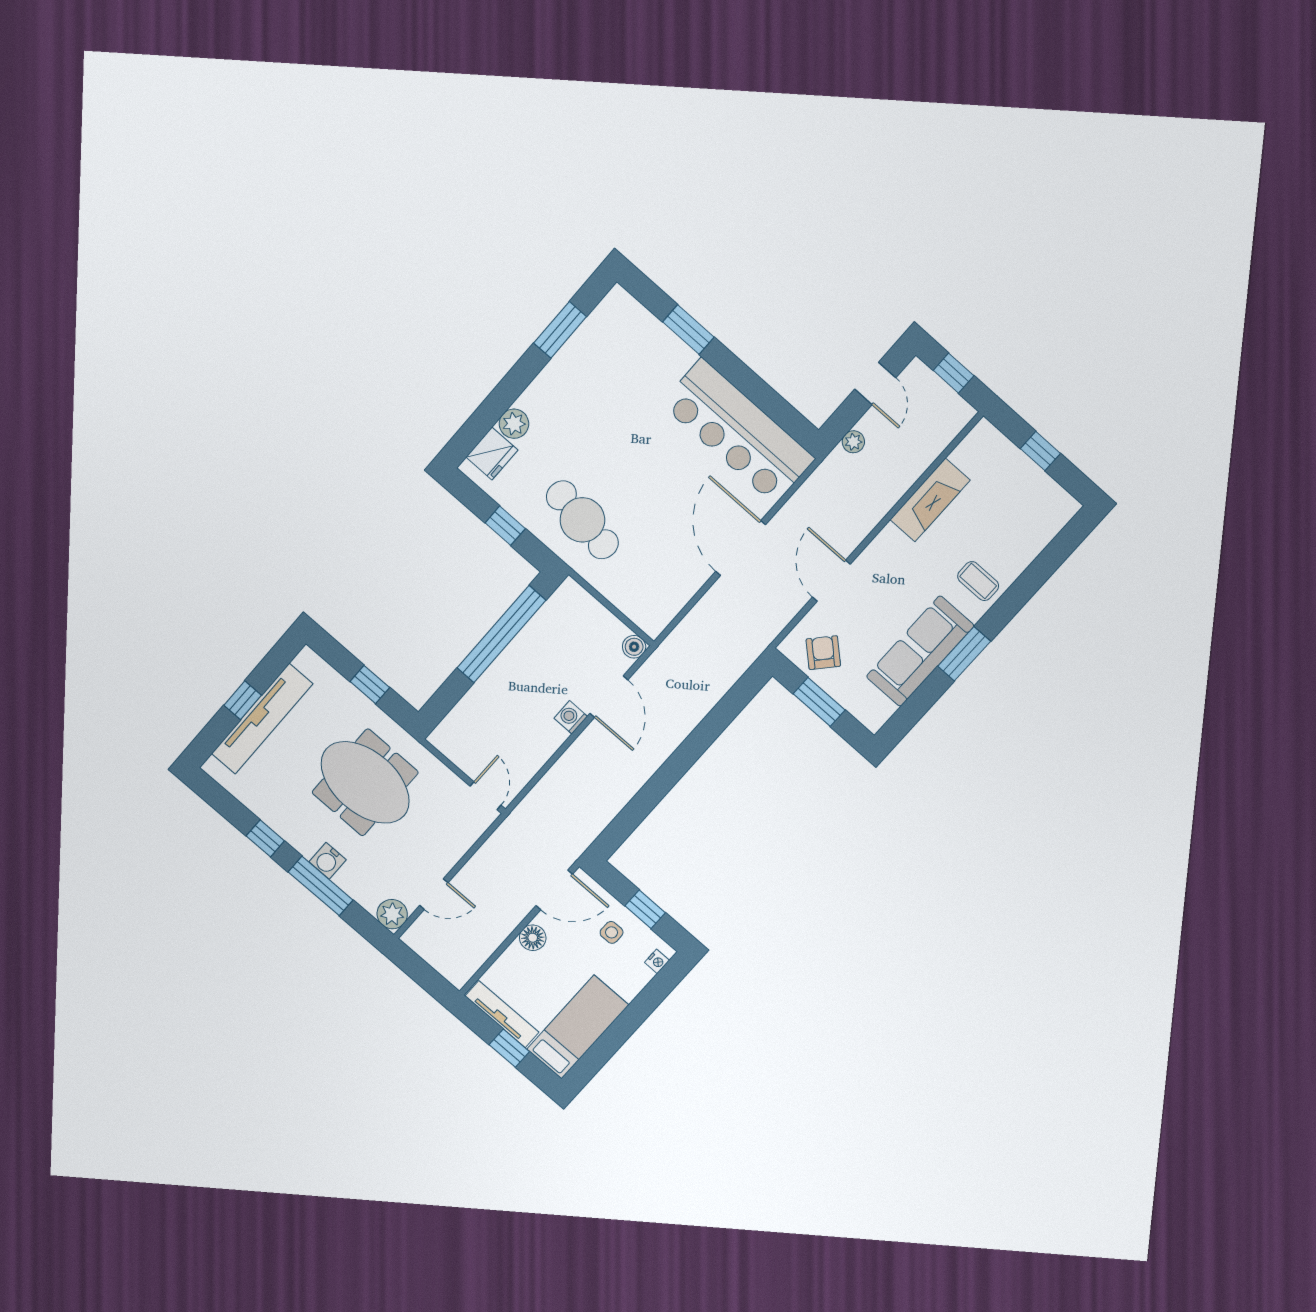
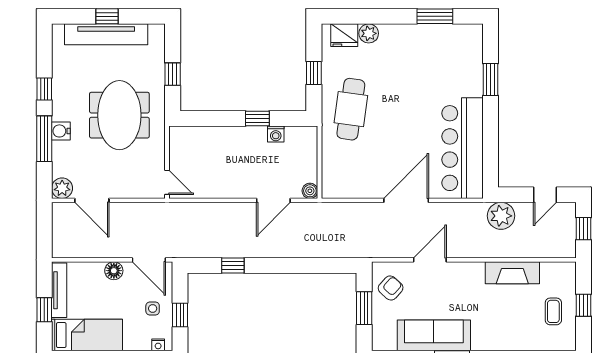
plant: (853, 442) -> (501, 216), width x1.88, depth x1.88
coffee table: (978, 581) -> (553, 311), moved
window: (501, 634) -> (257, 119), width x0.32
washing machine: (571, 717) -> (276, 134), moved, turned 180
door: (486, 796) -> (167, 182), hinge flipped
window: (642, 804) -> (233, 265), added
door: (434, 894) -> (92, 200), width x1.38

